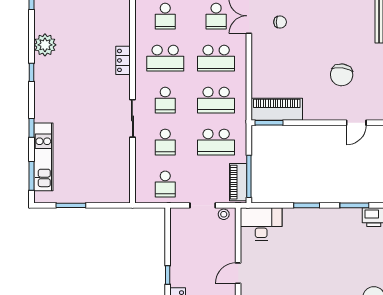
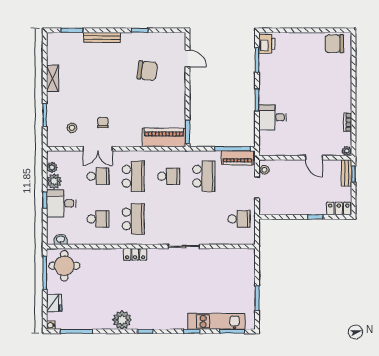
school desk: (165, 100) -> (168, 219), removed
school desk: (216, 100) -> (168, 176), width x0.54
piano: (277, 109) -> (164, 137), moved, turned 90
school desk: (165, 142) -> (204, 219), removed
desk: (261, 224) -> (273, 117), moved, width x0.73

